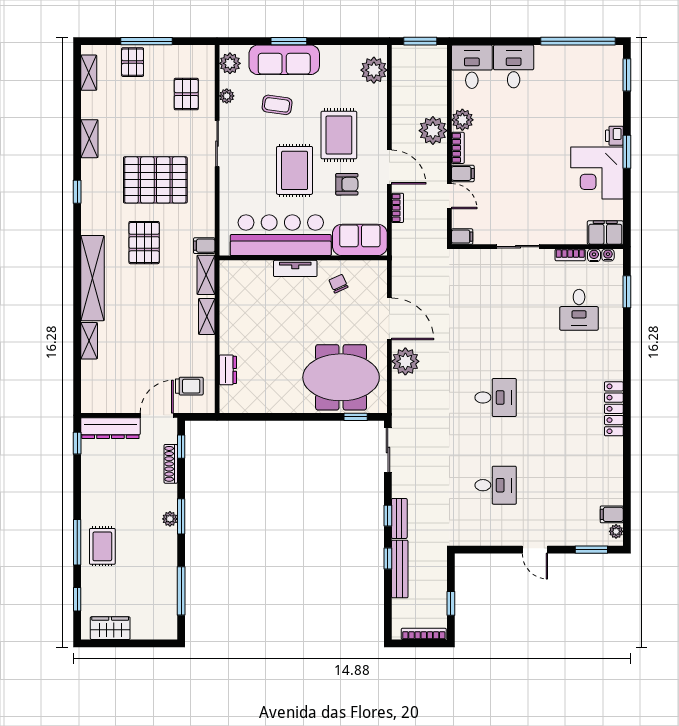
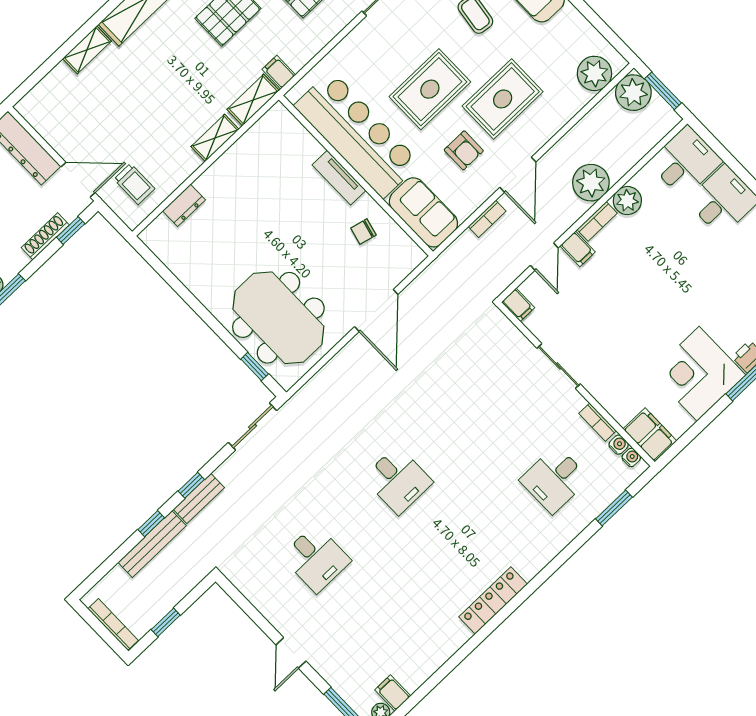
chair: (338, 284) -> (363, 232), turned -142
plant: (405, 361) -> (633, 93), moved

